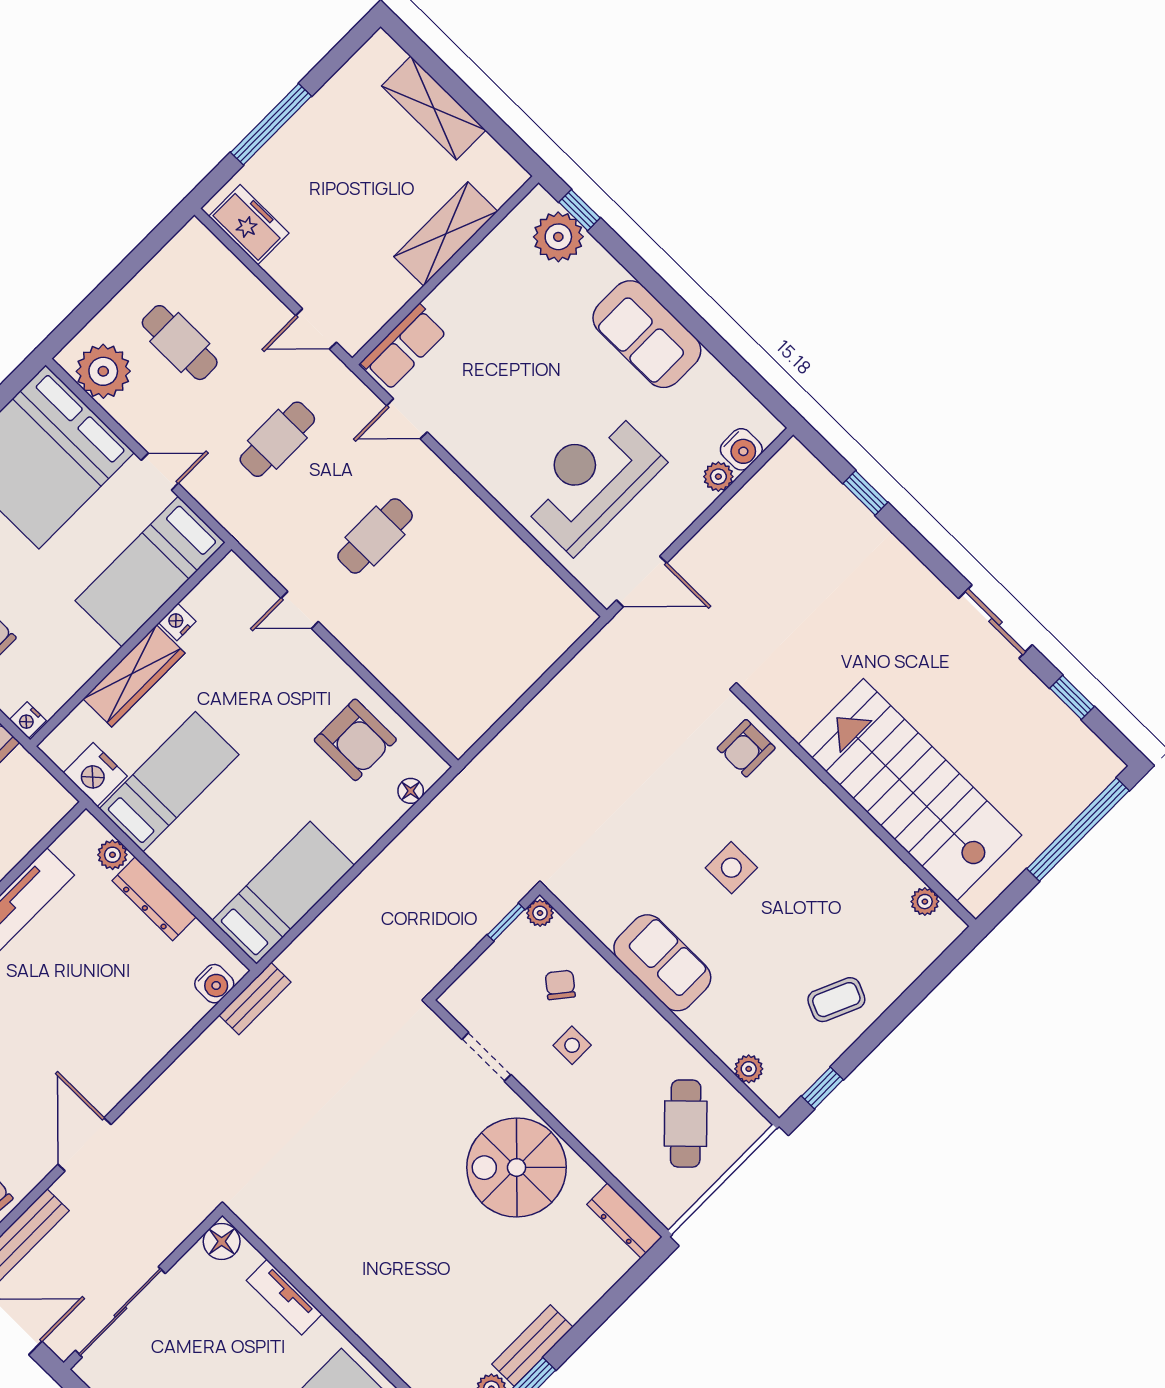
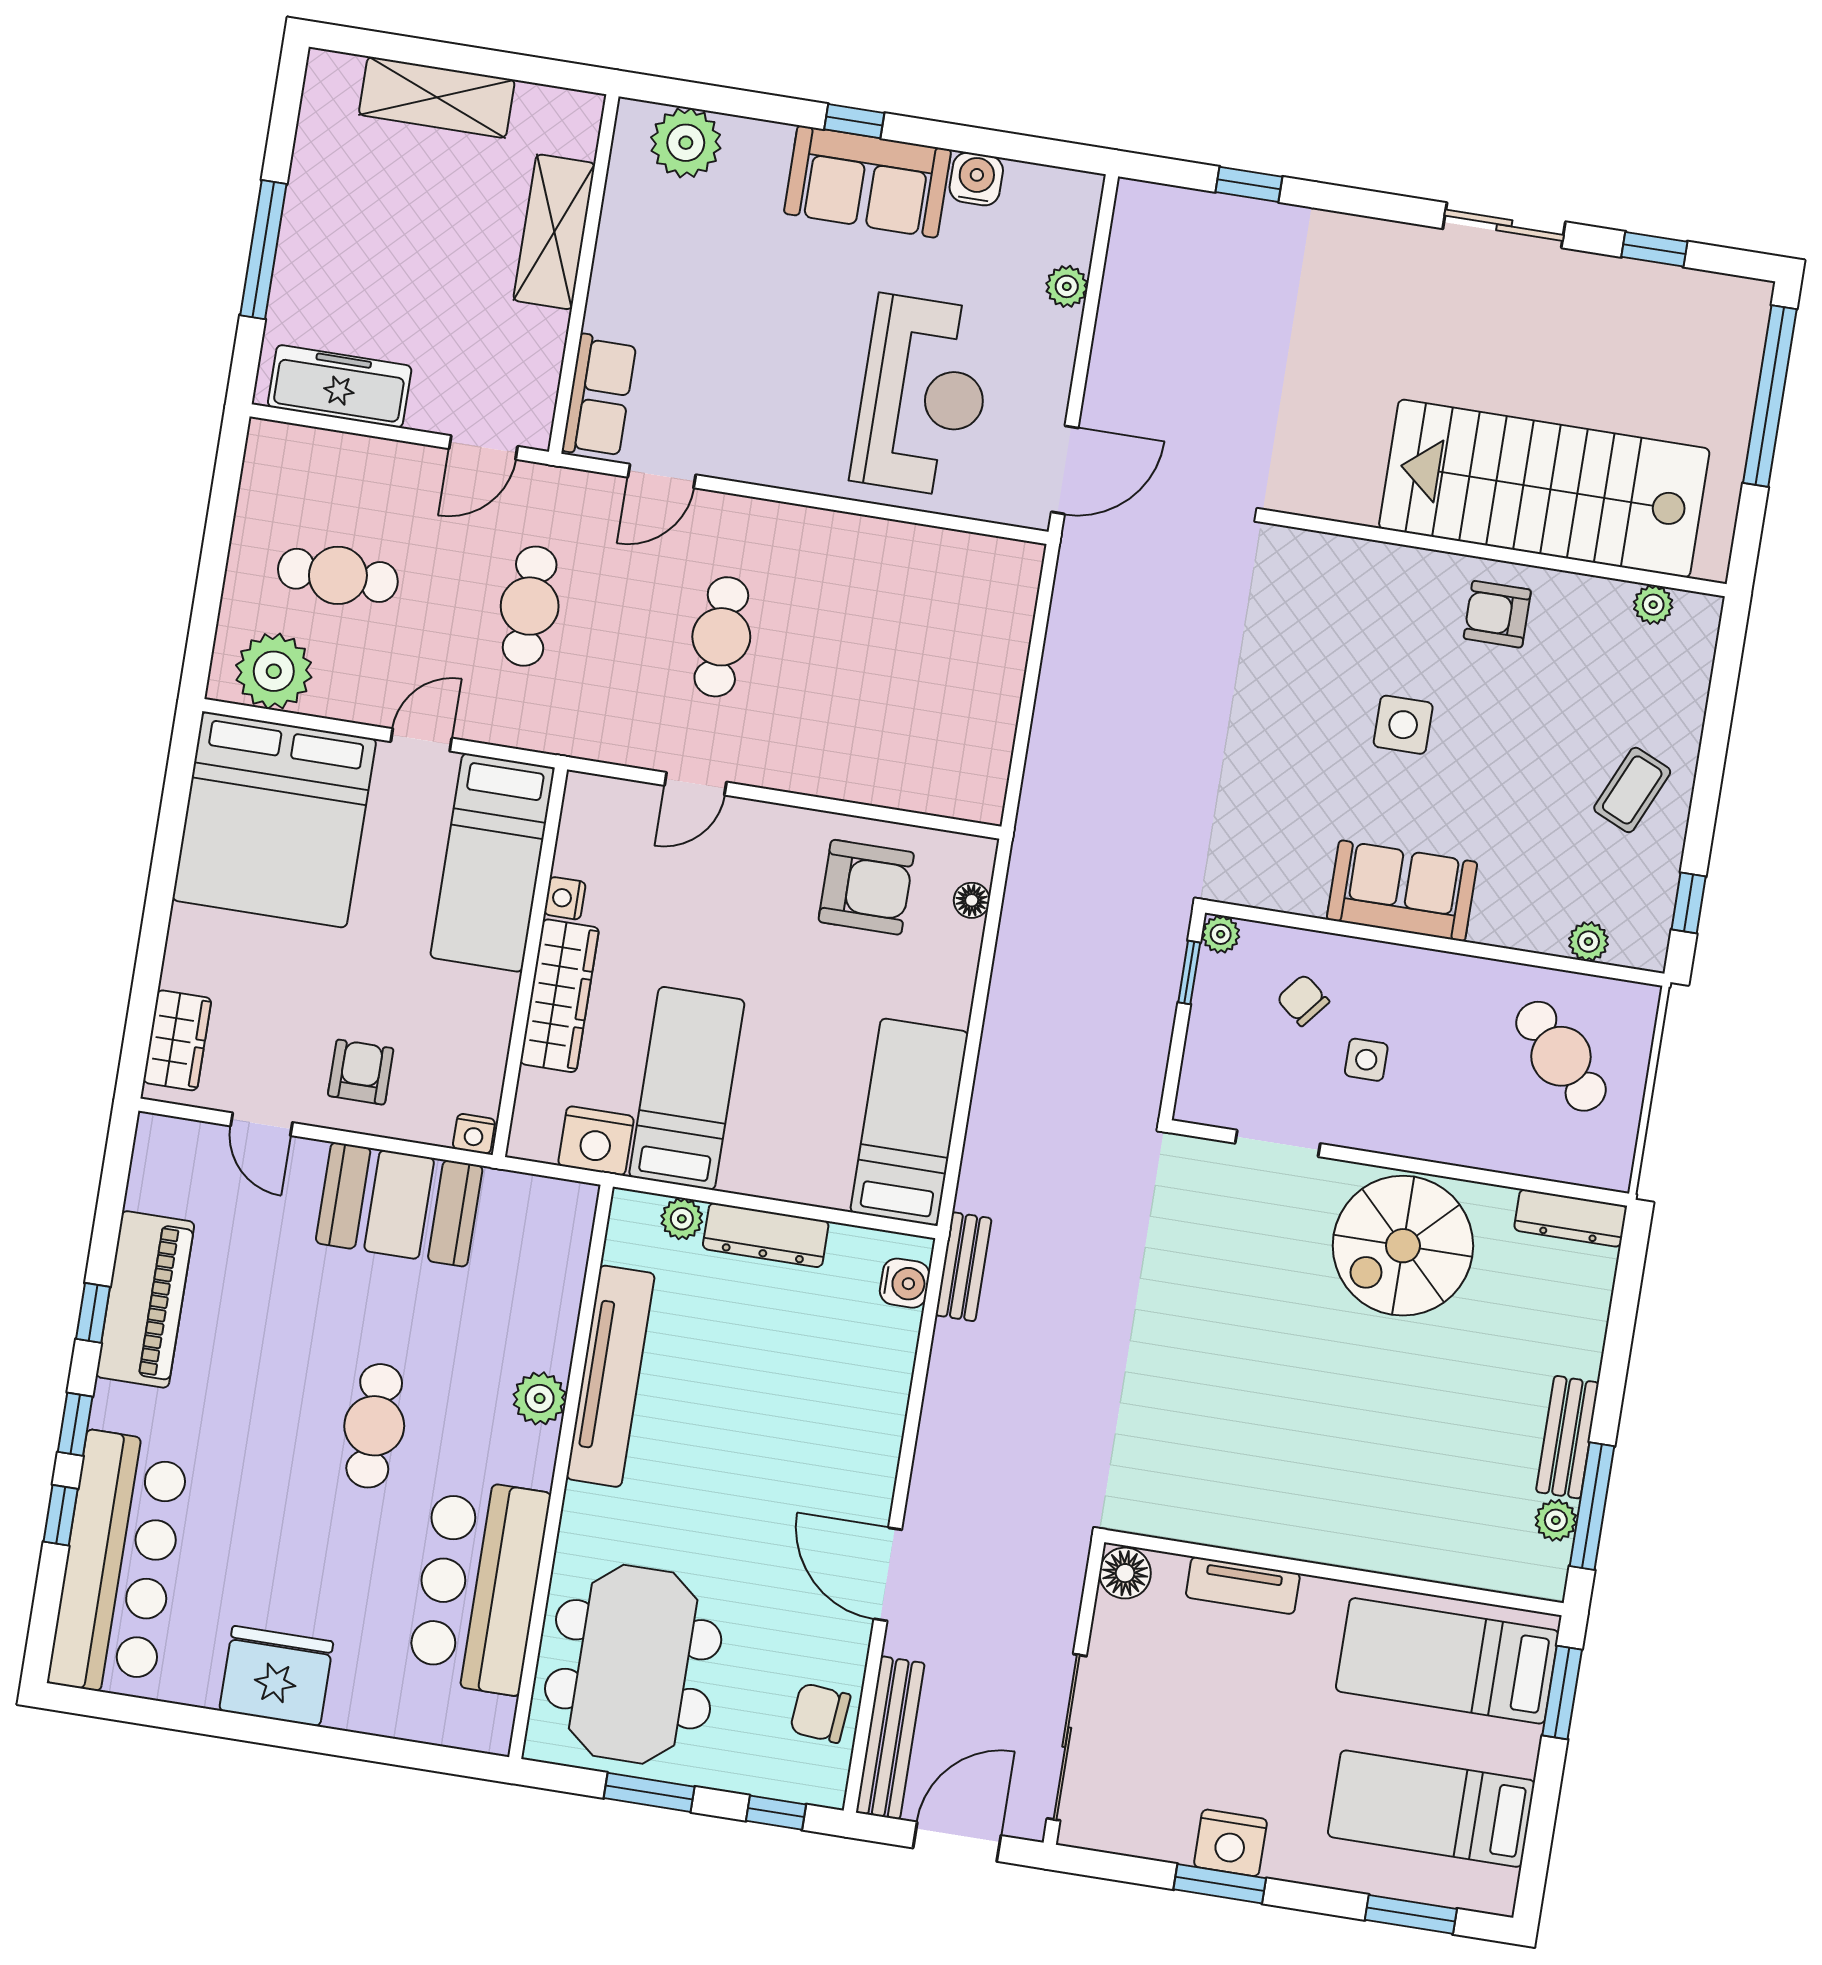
window: (579, 210) -> (854, 121), moved
freezer: (249, 225) -> (340, 386), width x1.40
water cooler: (741, 449) -> (976, 179), moved, turned -90
reception desk: (591, 480) -> (923, 396), turned 180
armchair: (746, 748) -> (1497, 614), moved, turned 90

